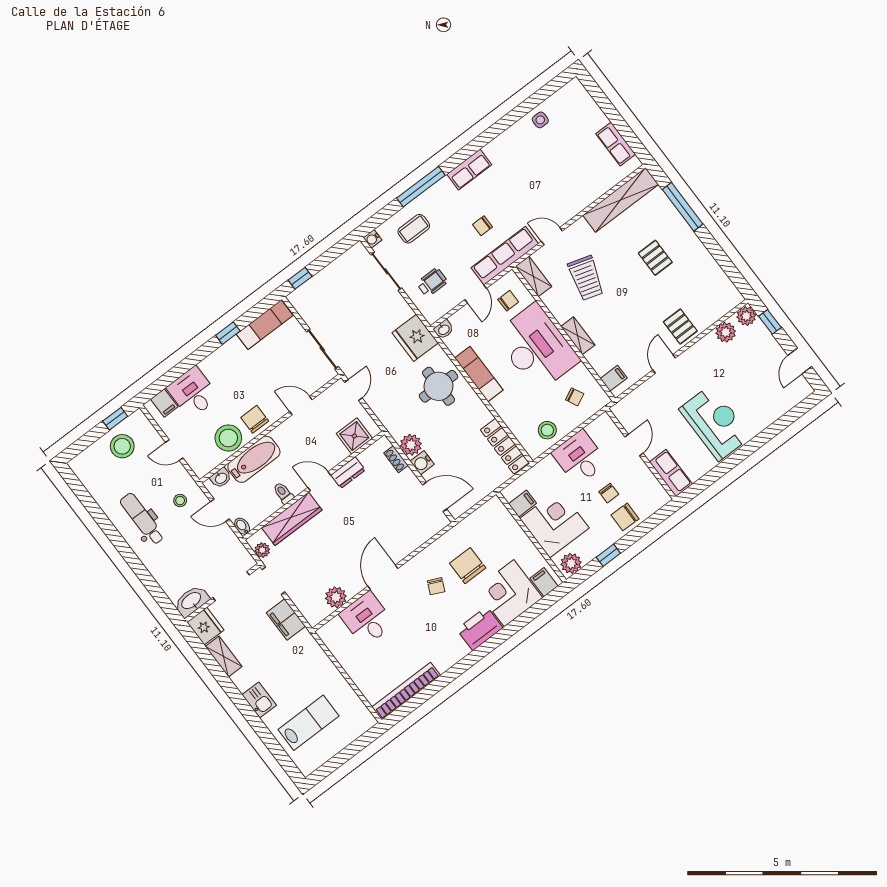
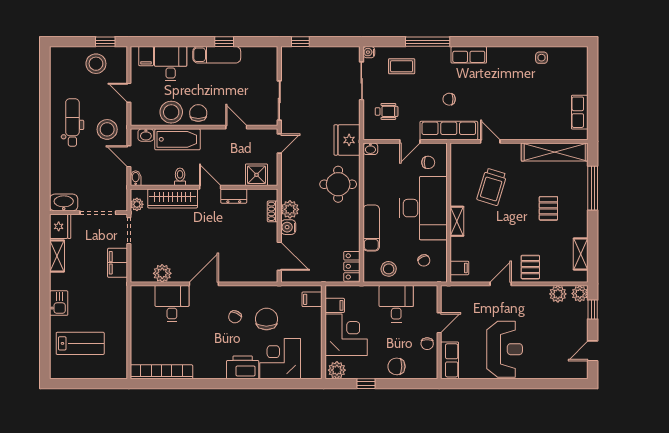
shelving: (534, 277) -> (581, 254), moved
exam couch: (265, 325) -> (217, 55), moved
exam couch: (479, 374) -> (371, 228), moved
locker: (505, 446) -> (352, 266), width x0.66
chair: (609, 493) -> (427, 344), moved
stool: (180, 501) -> (107, 129), width x1.89, depth x1.89
filing cabinet: (544, 582) -> (312, 299), moved, turned -90

